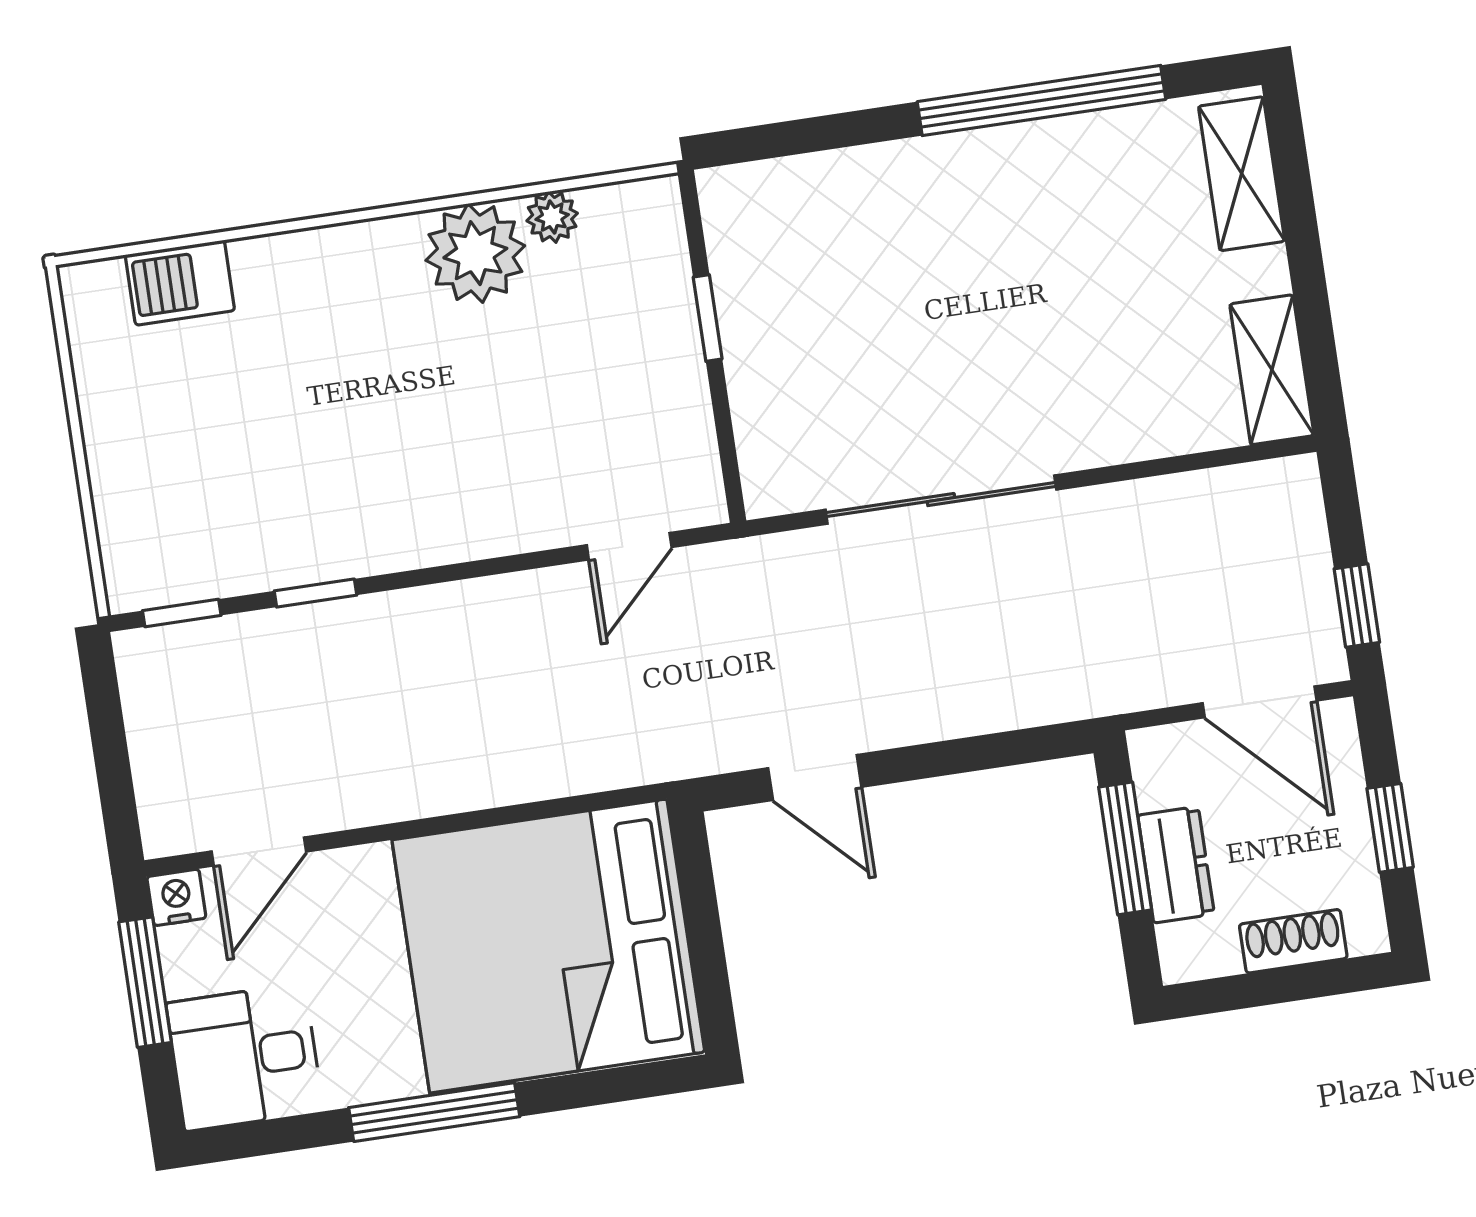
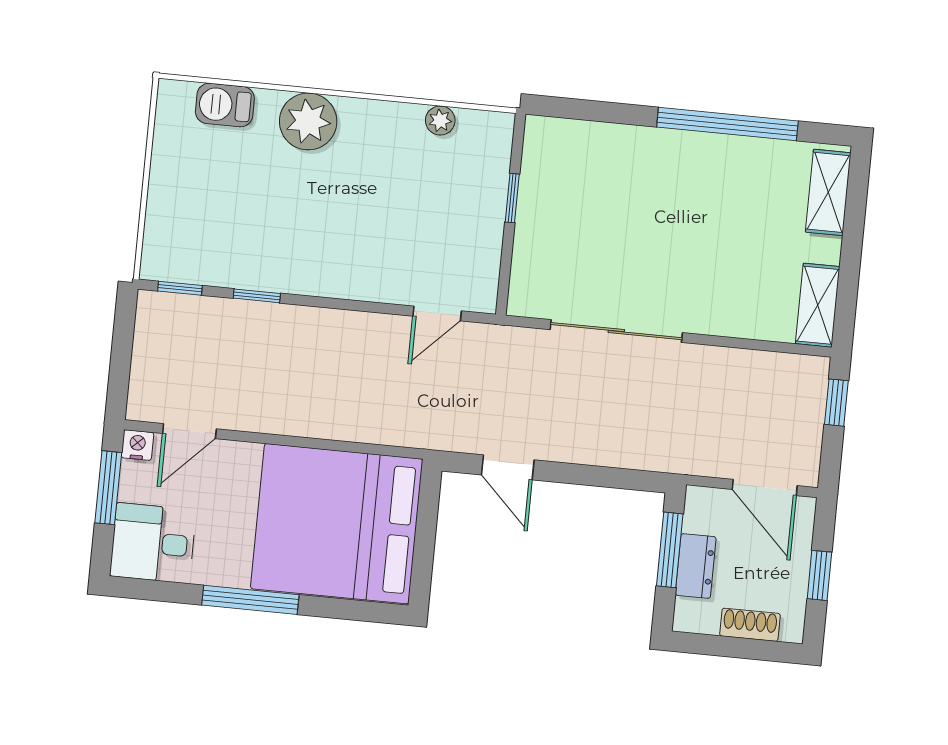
plant: (475, 253) -> (308, 121), moved
window: (1357, 606) -> (836, 403), moved

